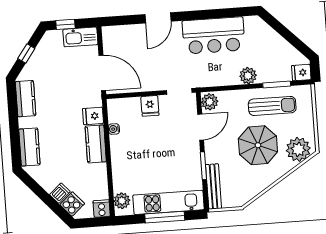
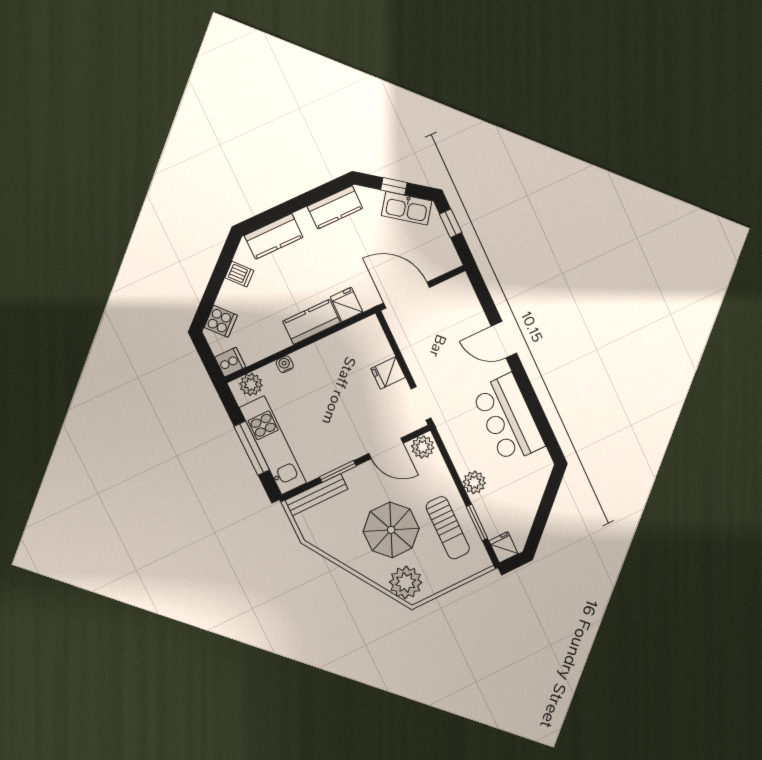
kitchen sink: (80, 37) -> (407, 208), moved, turned -54
door: (102, 73) -> (407, 295), swing flipped
water cooler: (114, 129) -> (285, 364), moved
dishwasher: (60, 193) -> (239, 274), moved

